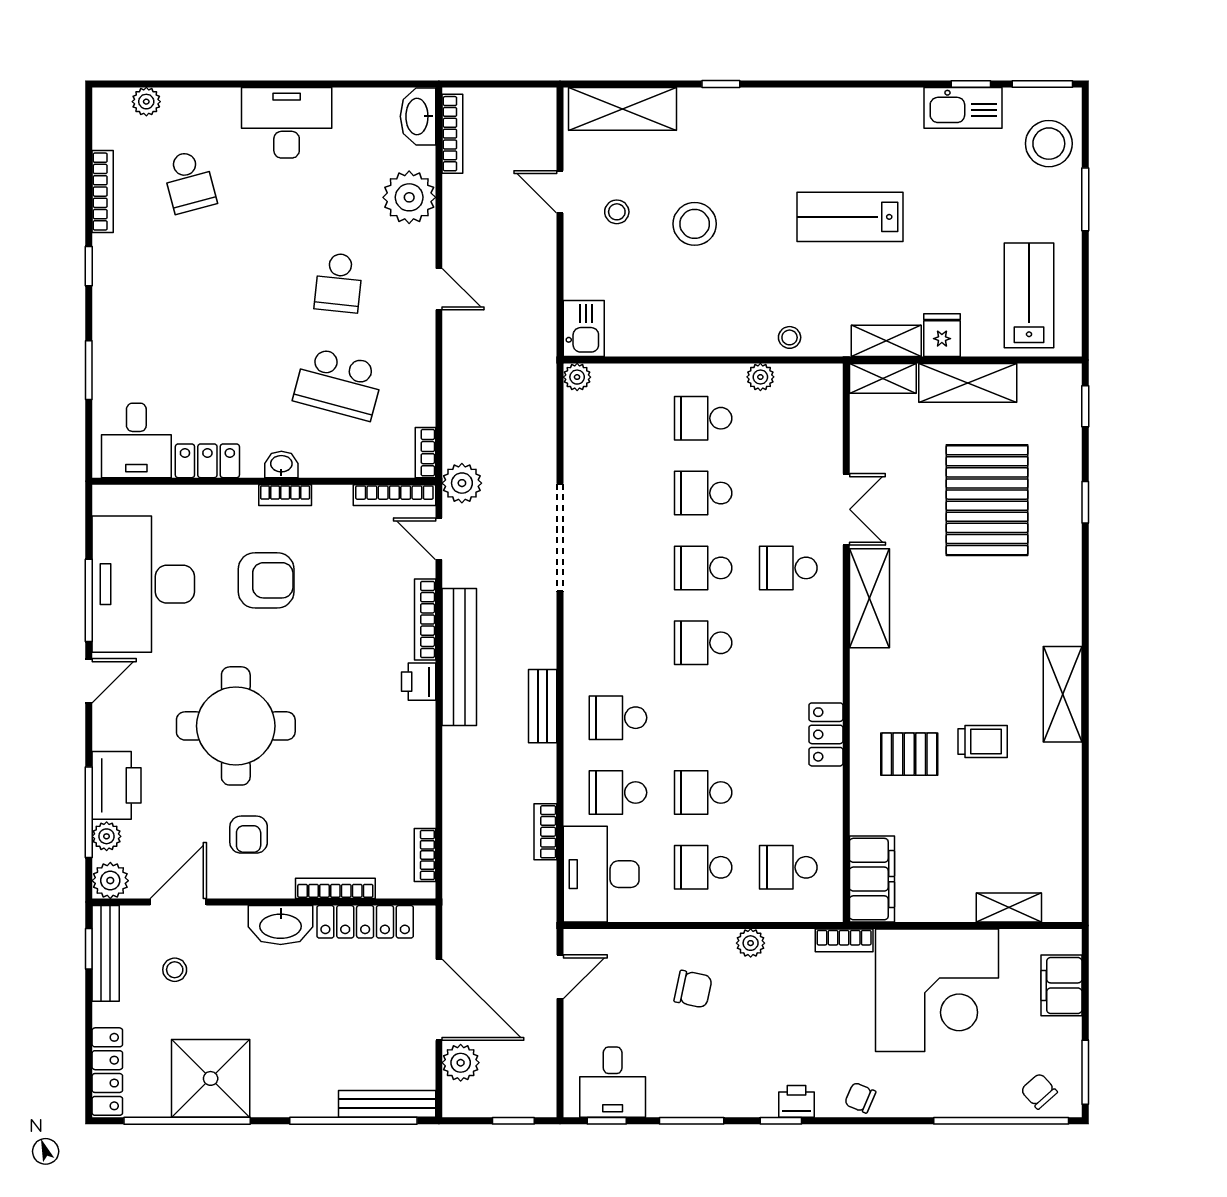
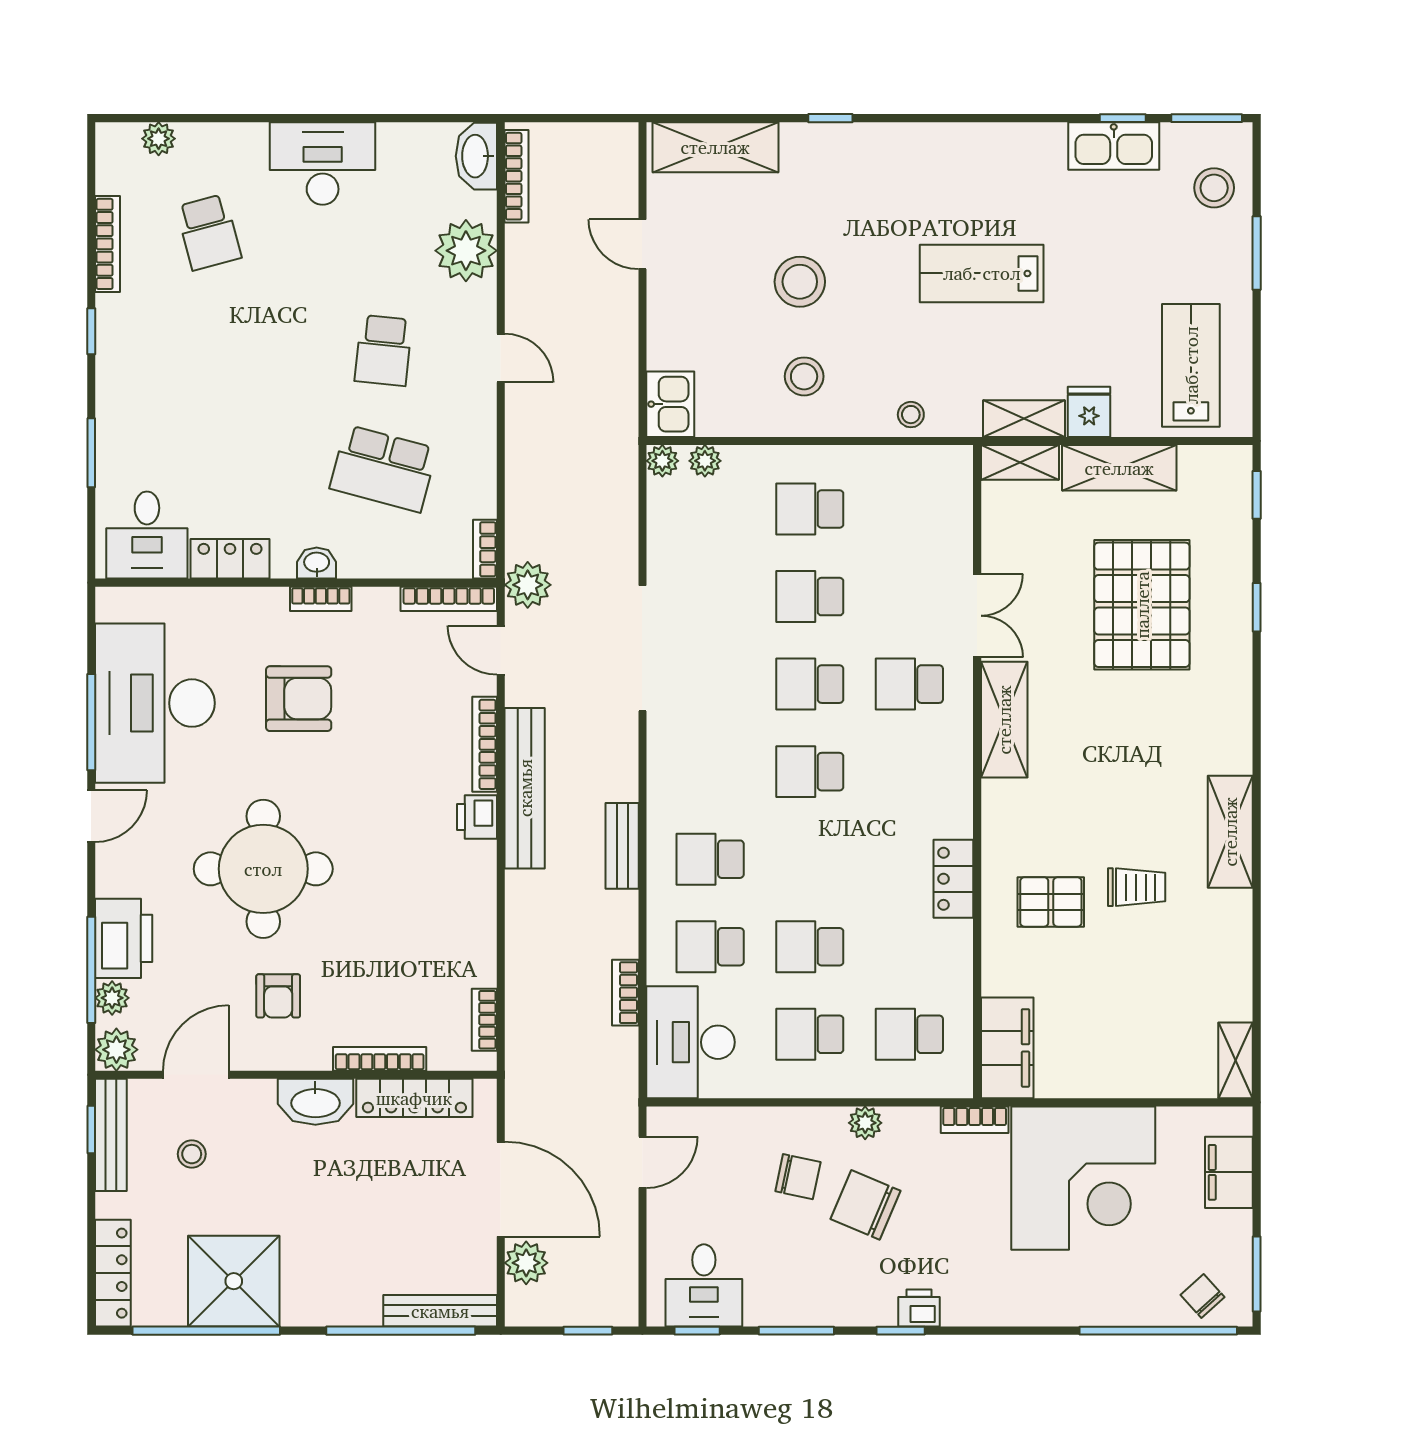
stool: (1049, 144) -> (1214, 188), width x0.73, depth x0.73
stool: (617, 212) -> (804, 376), moved, width x1.37, depth x1.37
plant: (760, 377) -> (705, 461), moved
shelving: (1009, 908) -> (1236, 1060), moved, turned 90
chair: (860, 1098) -> (865, 1205), moved, width x1.87, depth x1.87

